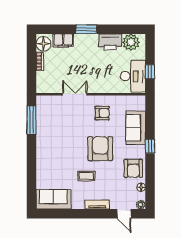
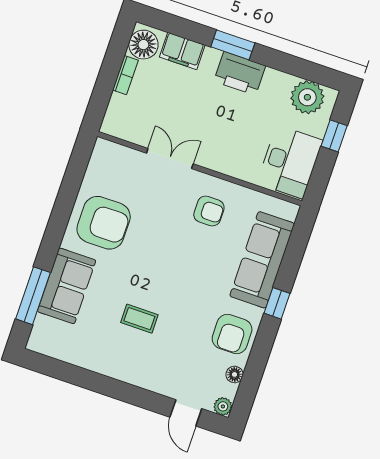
printer: (110, 42) -> (240, 73), moved
window: (150, 72) -> (334, 136), moved
window: (32, 120) -> (33, 296), moved
sofa: (136, 128) -> (262, 260), width x1.36
armchair: (100, 149) -> (104, 223), moved, turned 90
sofa: (53, 199) -> (67, 286), moved, turned 90
tv unit: (97, 205) -> (142, 379), removed

